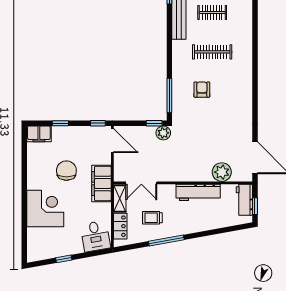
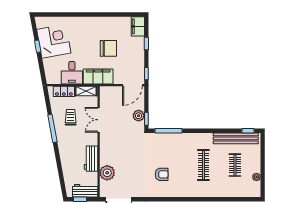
armchair: (202, 90) -> (162, 174), moved
plant: (163, 133) -> (139, 116), moved
double door: (141, 183) -> (99, 120), moved
workbench: (198, 192) -> (91, 159), width x0.73
corner desk: (45, 209) -> (54, 41), moved, turned -100
desk: (95, 236) -> (72, 73), moved, turned -80

